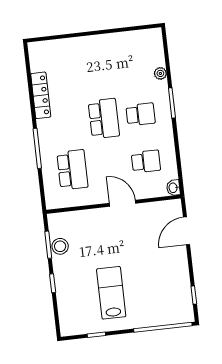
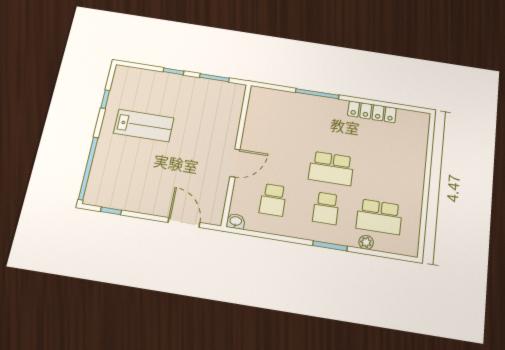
school desk: (72, 170) -> (379, 217), moved
stool: (60, 246) -> (209, 89), removed

